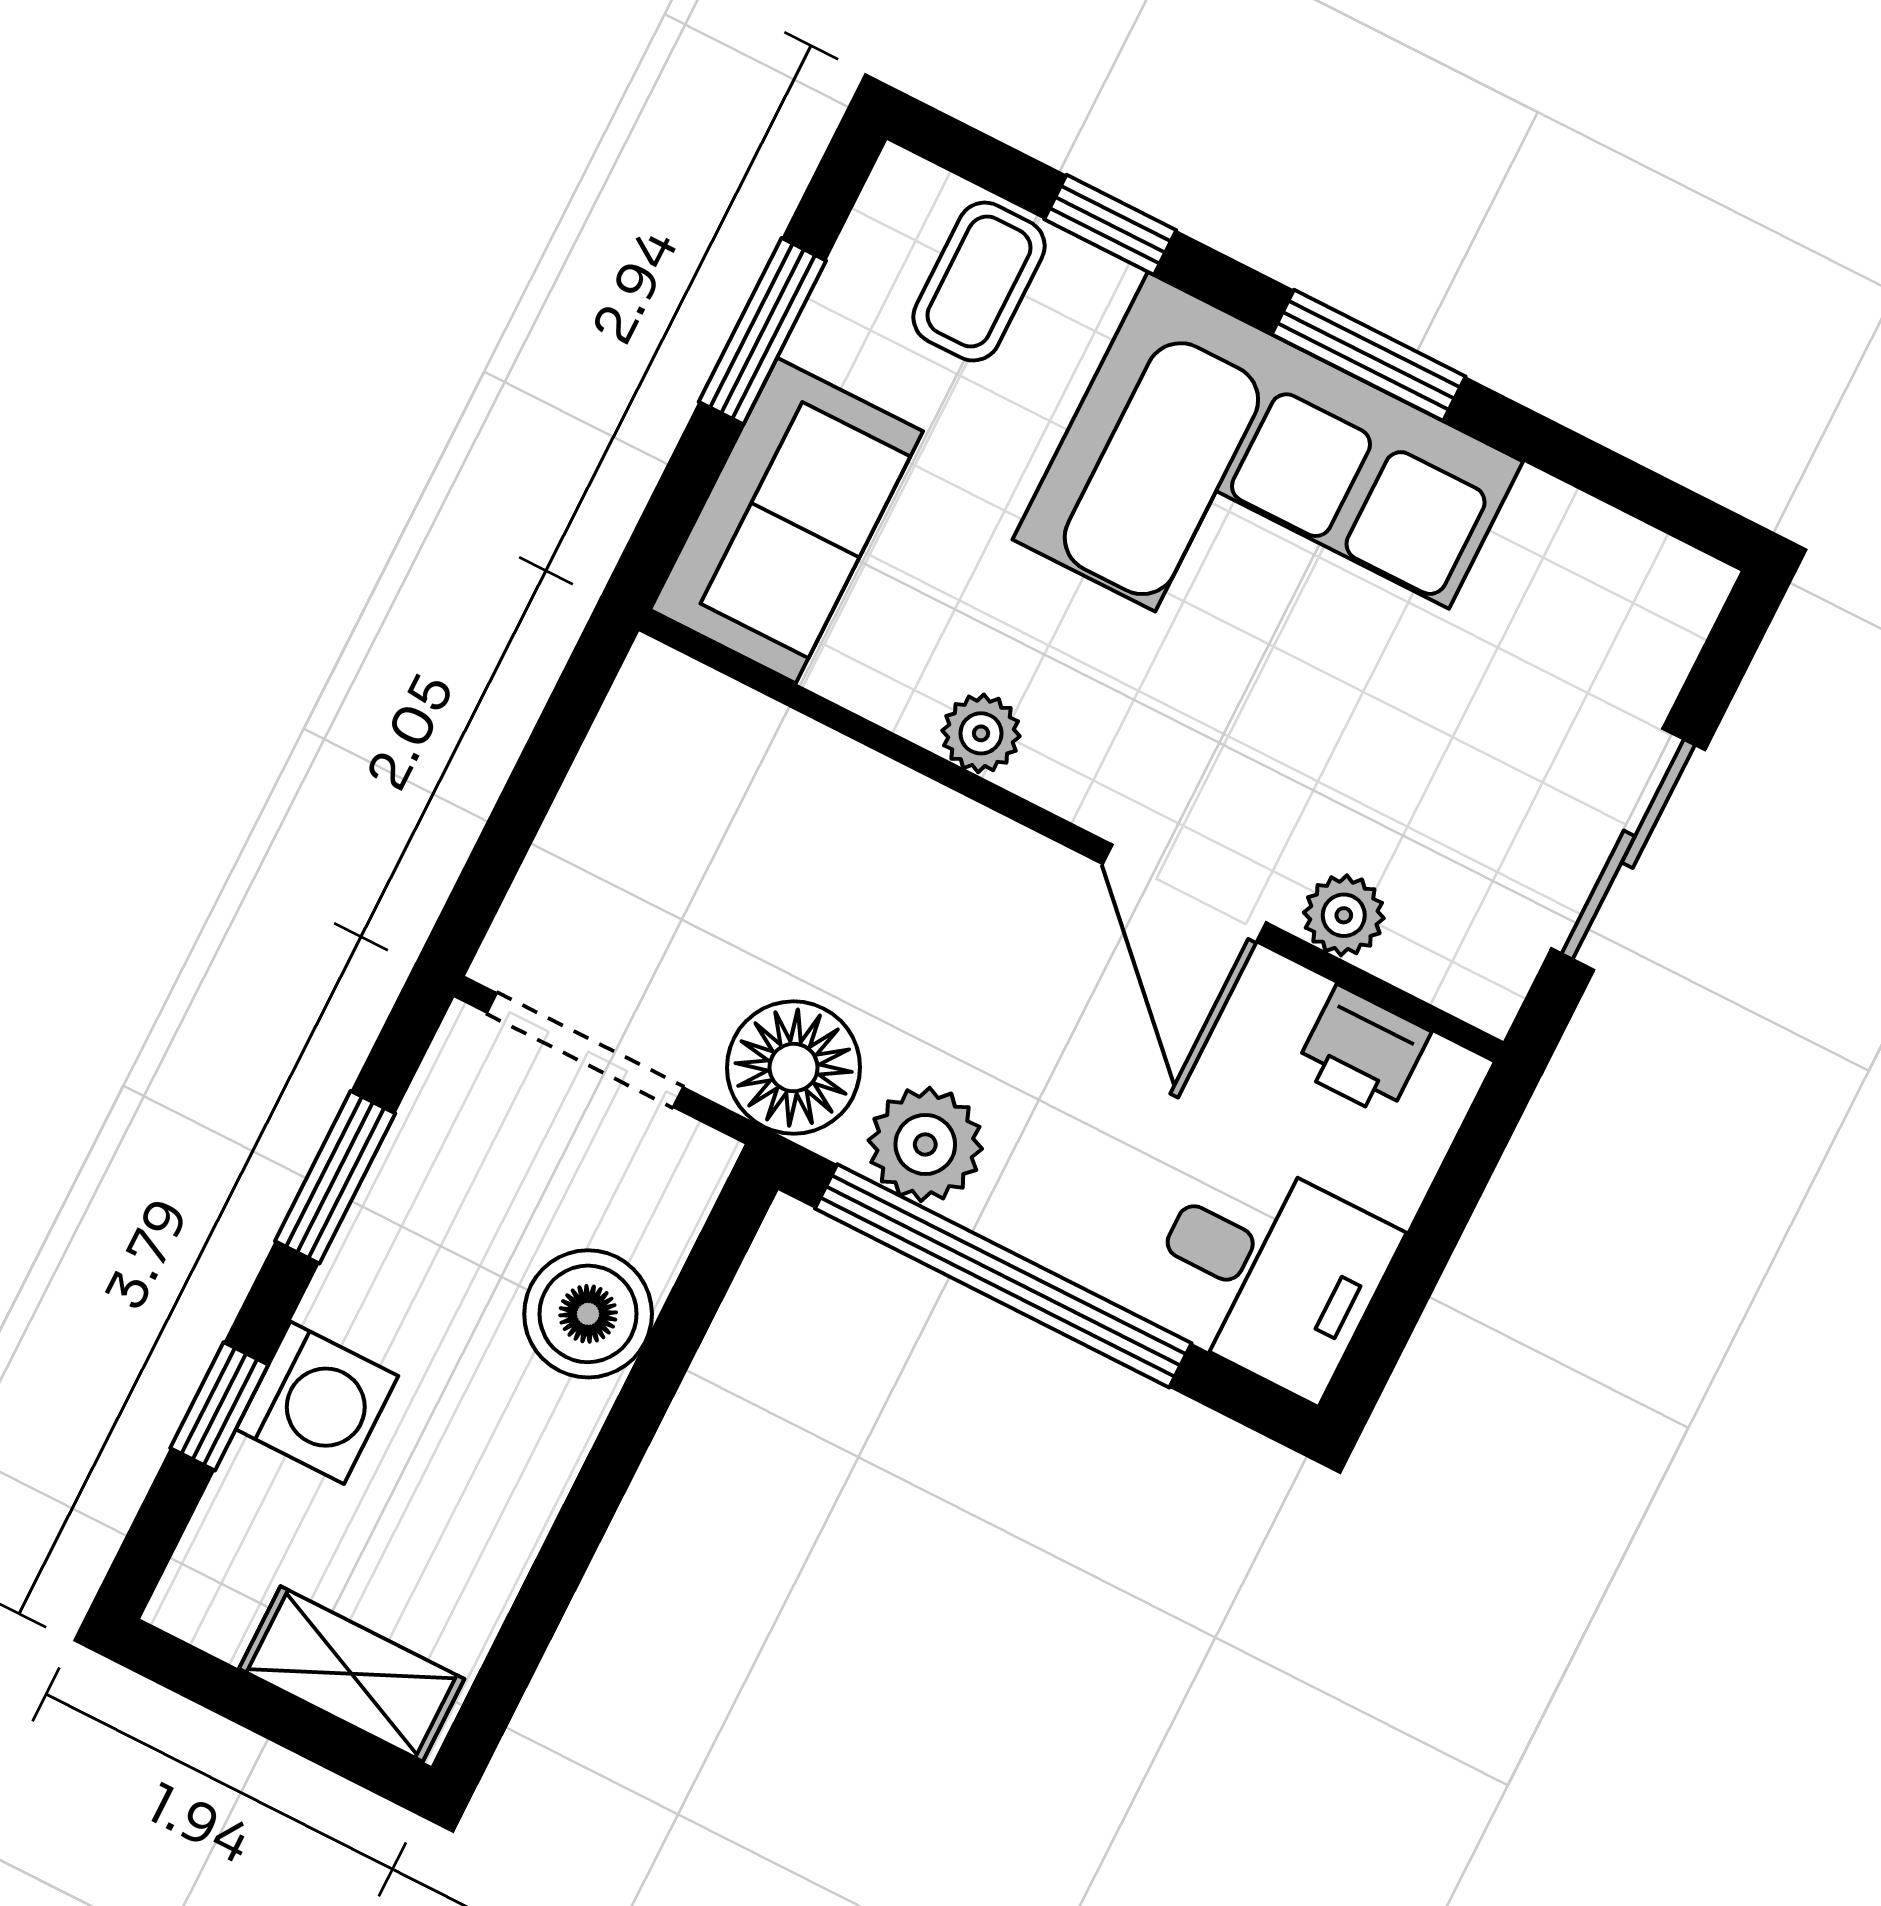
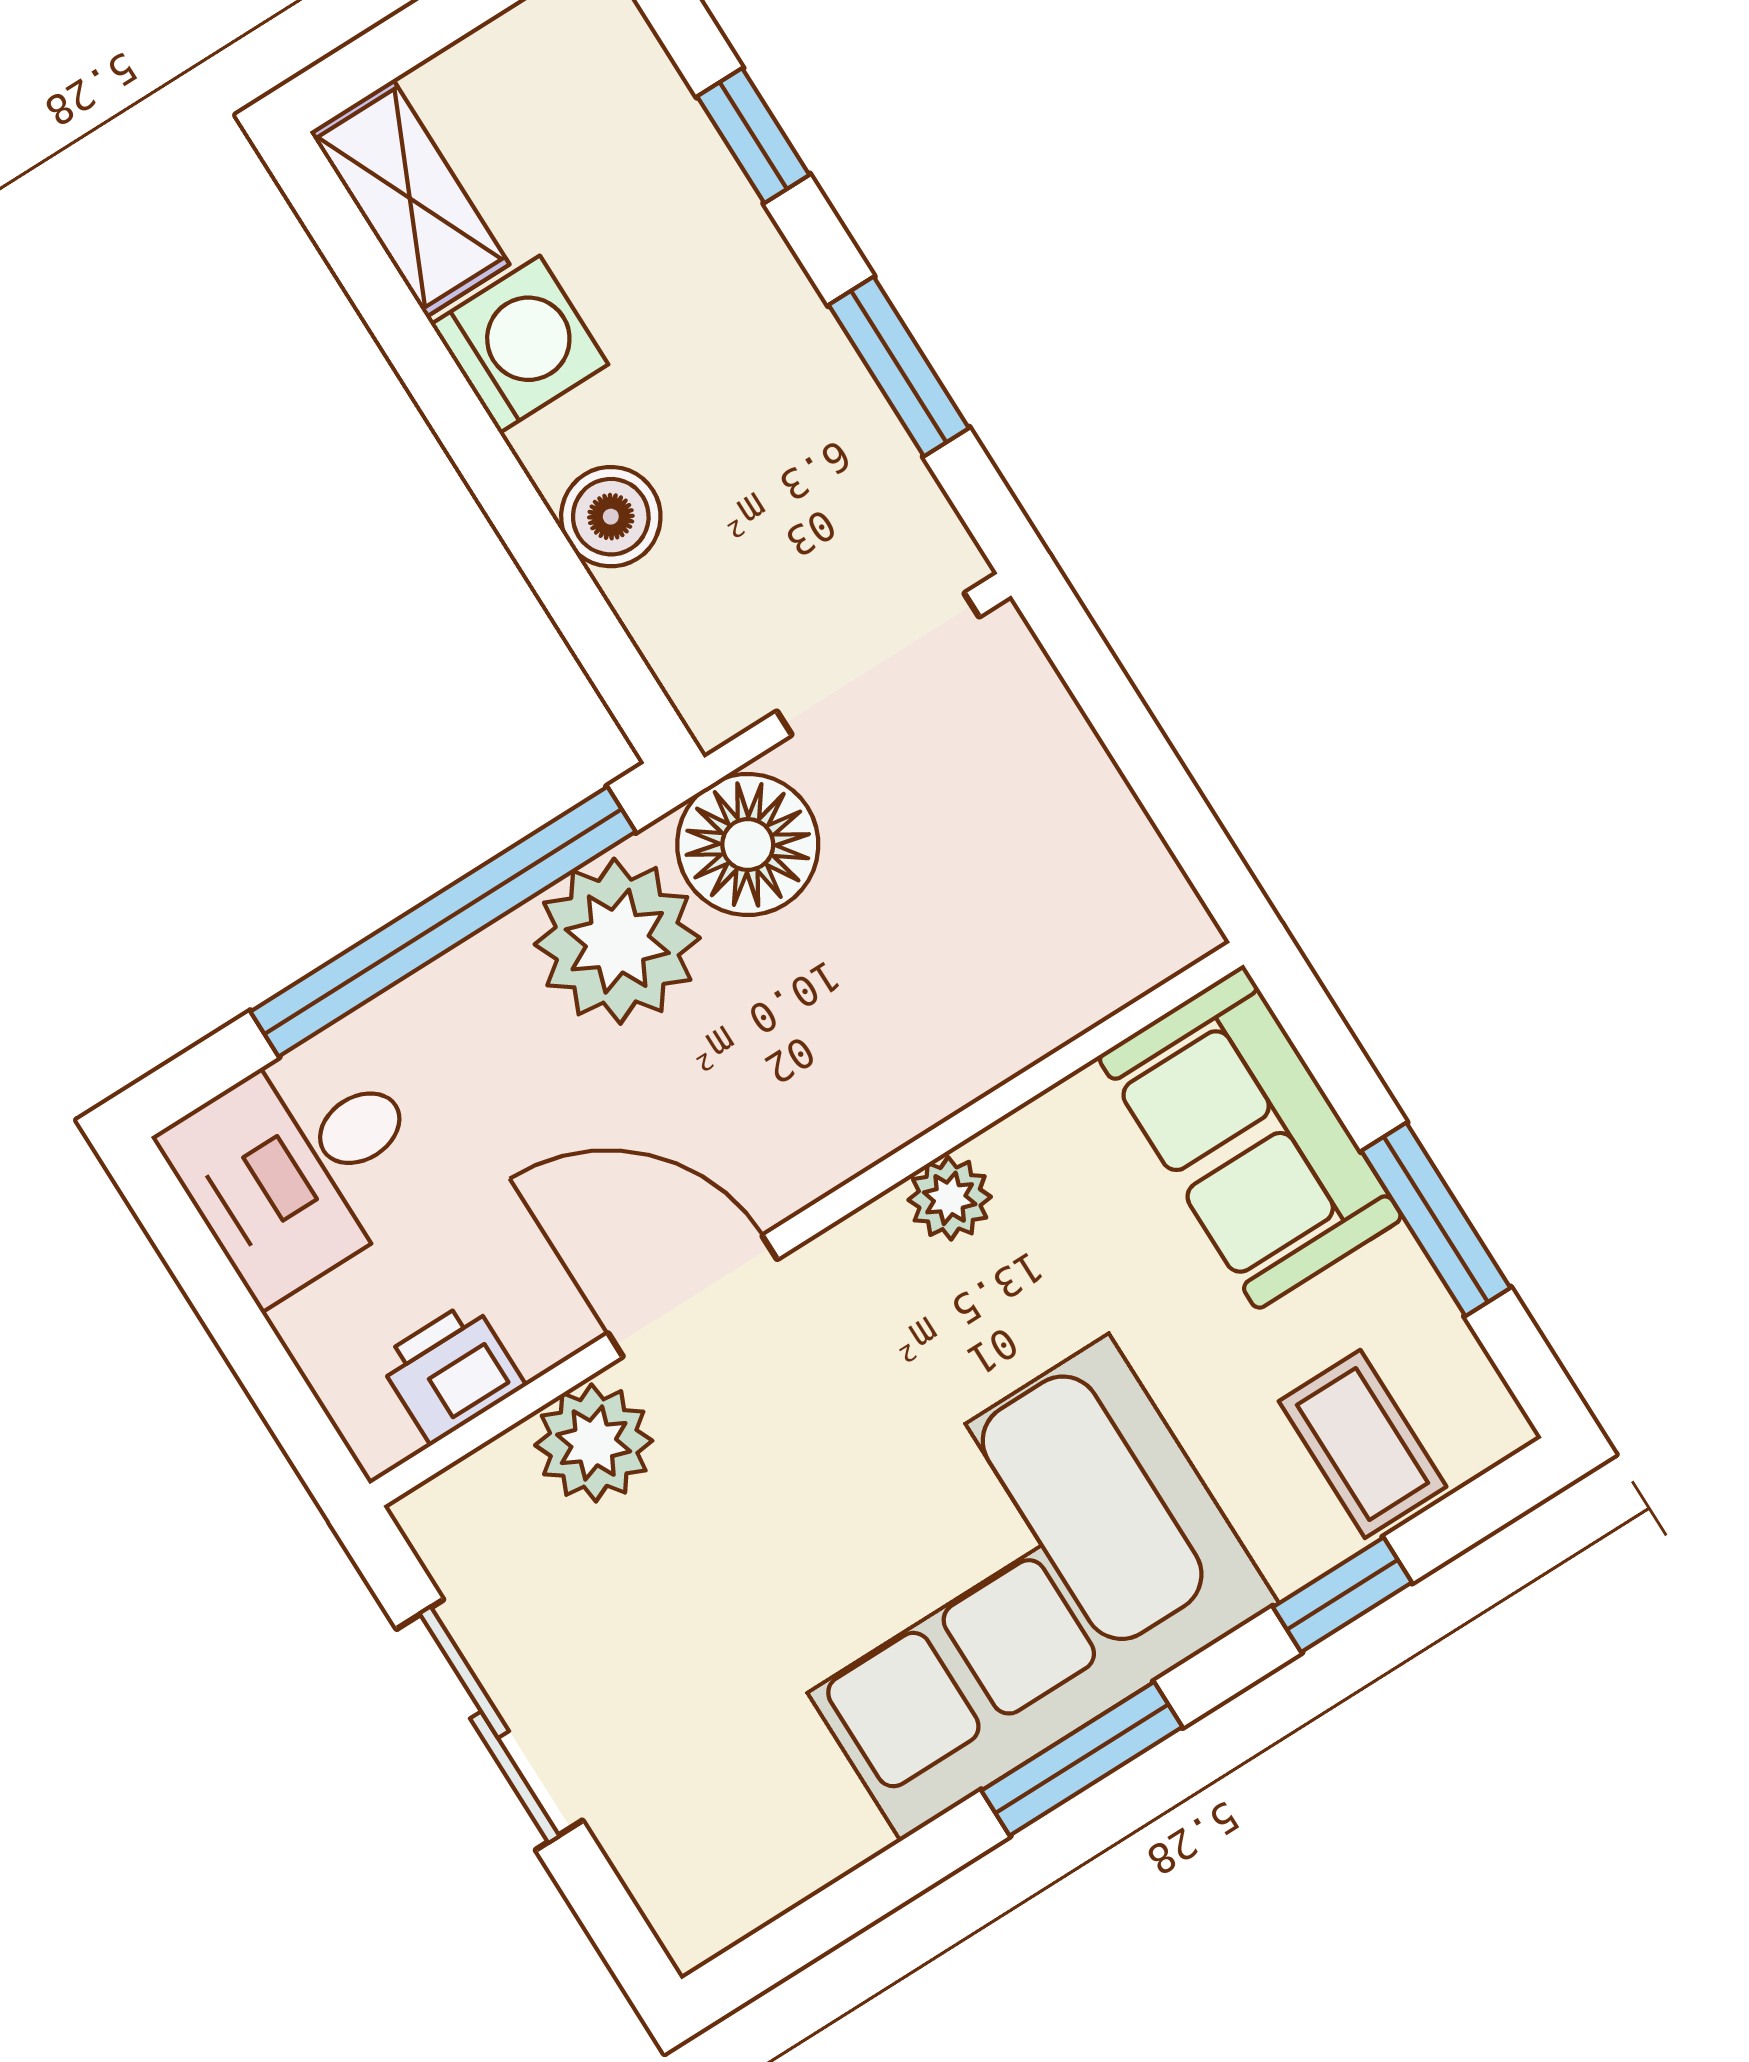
plant: (1344, 915) -> (594, 1443), width x1.38, depth x1.38
plant: (925, 1144) -> (617, 941), width x1.36, depth x1.36
boiler: (588, 1314) -> (611, 517), width x0.73, depth x0.73
washing machine: (317, 1403) -> (520, 344), moved, turned 180
shelving: (352, 1674) -> (410, 198), moved, turned 90

